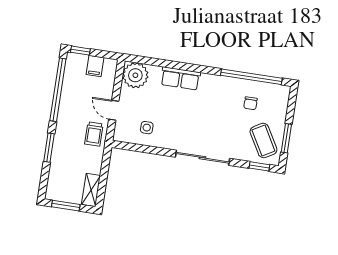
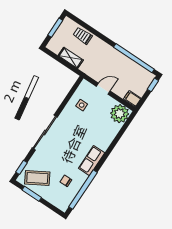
filing cabinet: (95, 66) -> (132, 99), moved
row of seats: (180, 78) -> (92, 161), moved
trolley: (94, 134) -> (83, 36), moved
window: (49, 148) -> (98, 35), removed
shelving: (91, 190) -> (71, 58), moved

